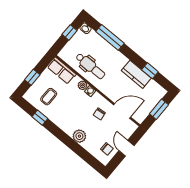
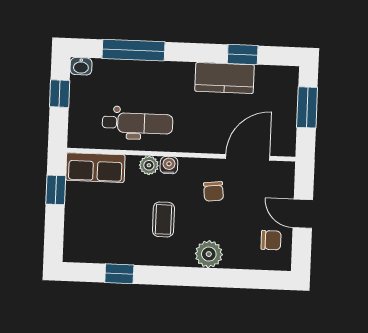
window: (32, 77) -> (56, 190), moved
coffee table: (49, 97) -> (163, 219), moved

